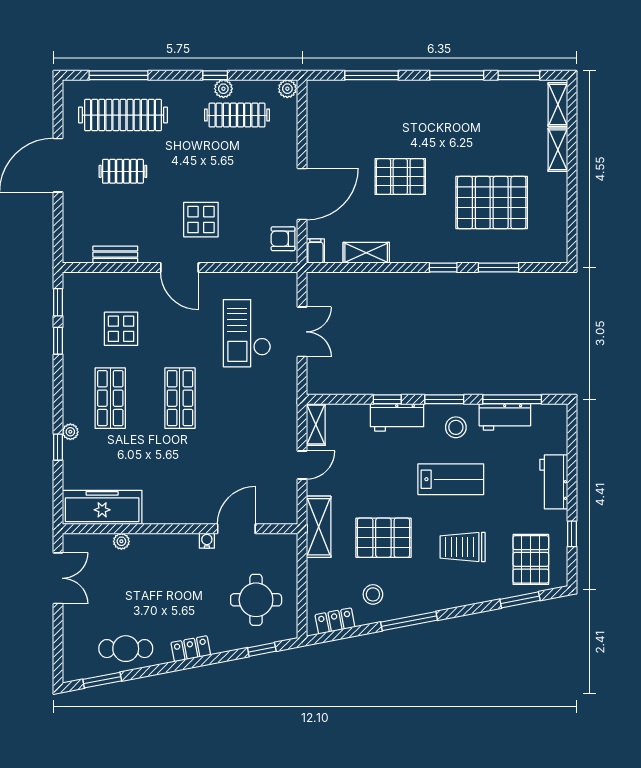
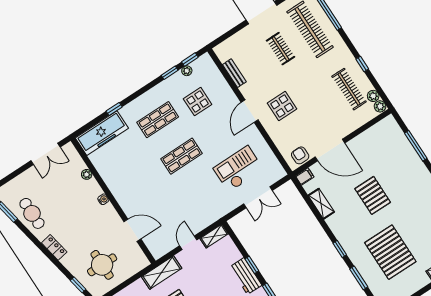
plant: (223, 89) -> (373, 96), moved
plant: (70, 432) -> (187, 71), moved
door: (302, 465) -> (188, 243), swing flipped
freezer: (102, 507) -> (102, 133), moved, turned 90
water cooler: (207, 541) -> (103, 199), moved

